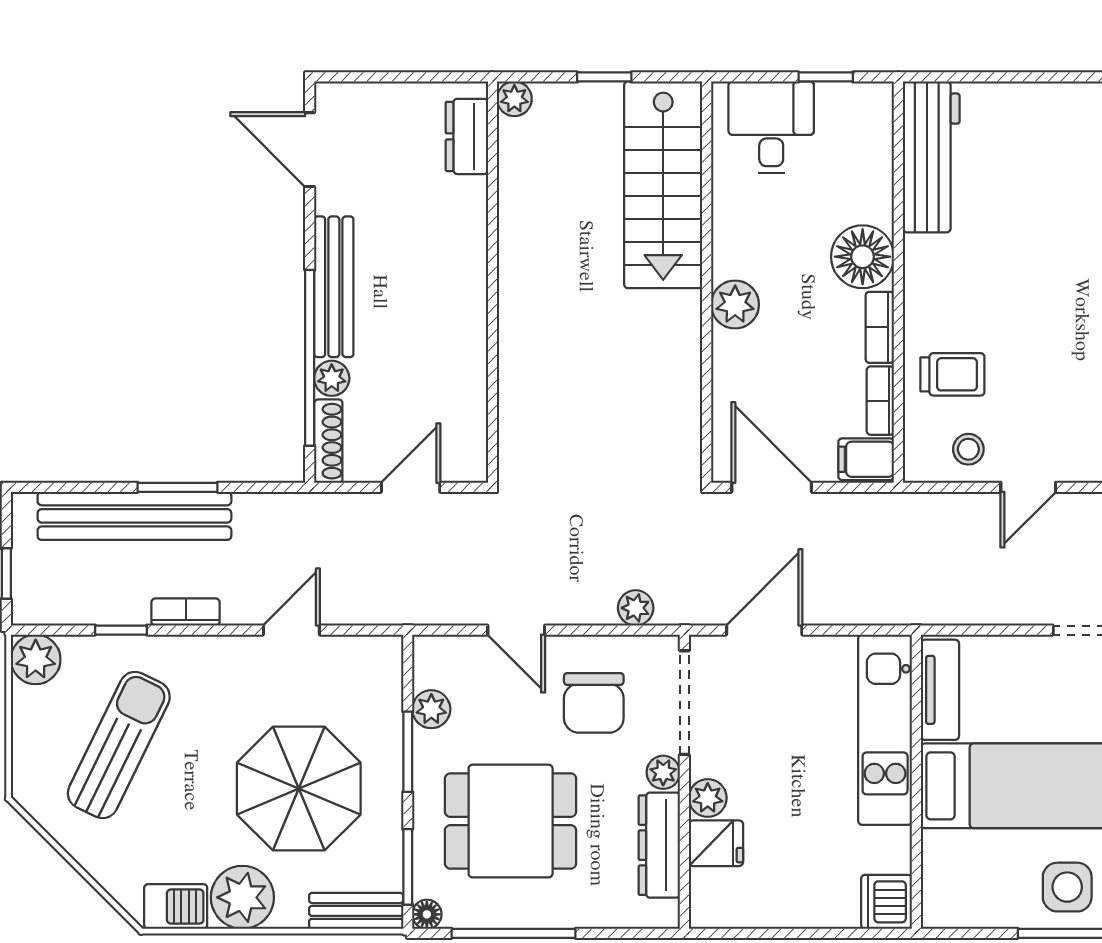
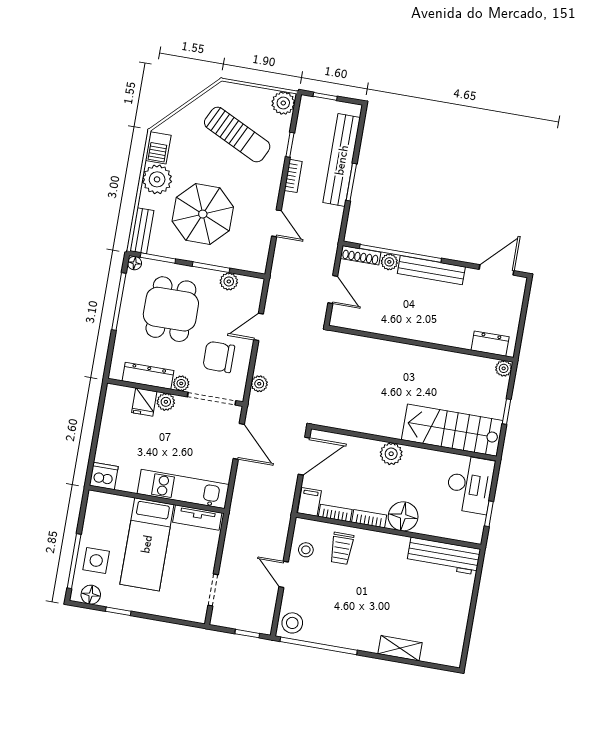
desk: (771, 127) -> (470, 485), width x1.37

